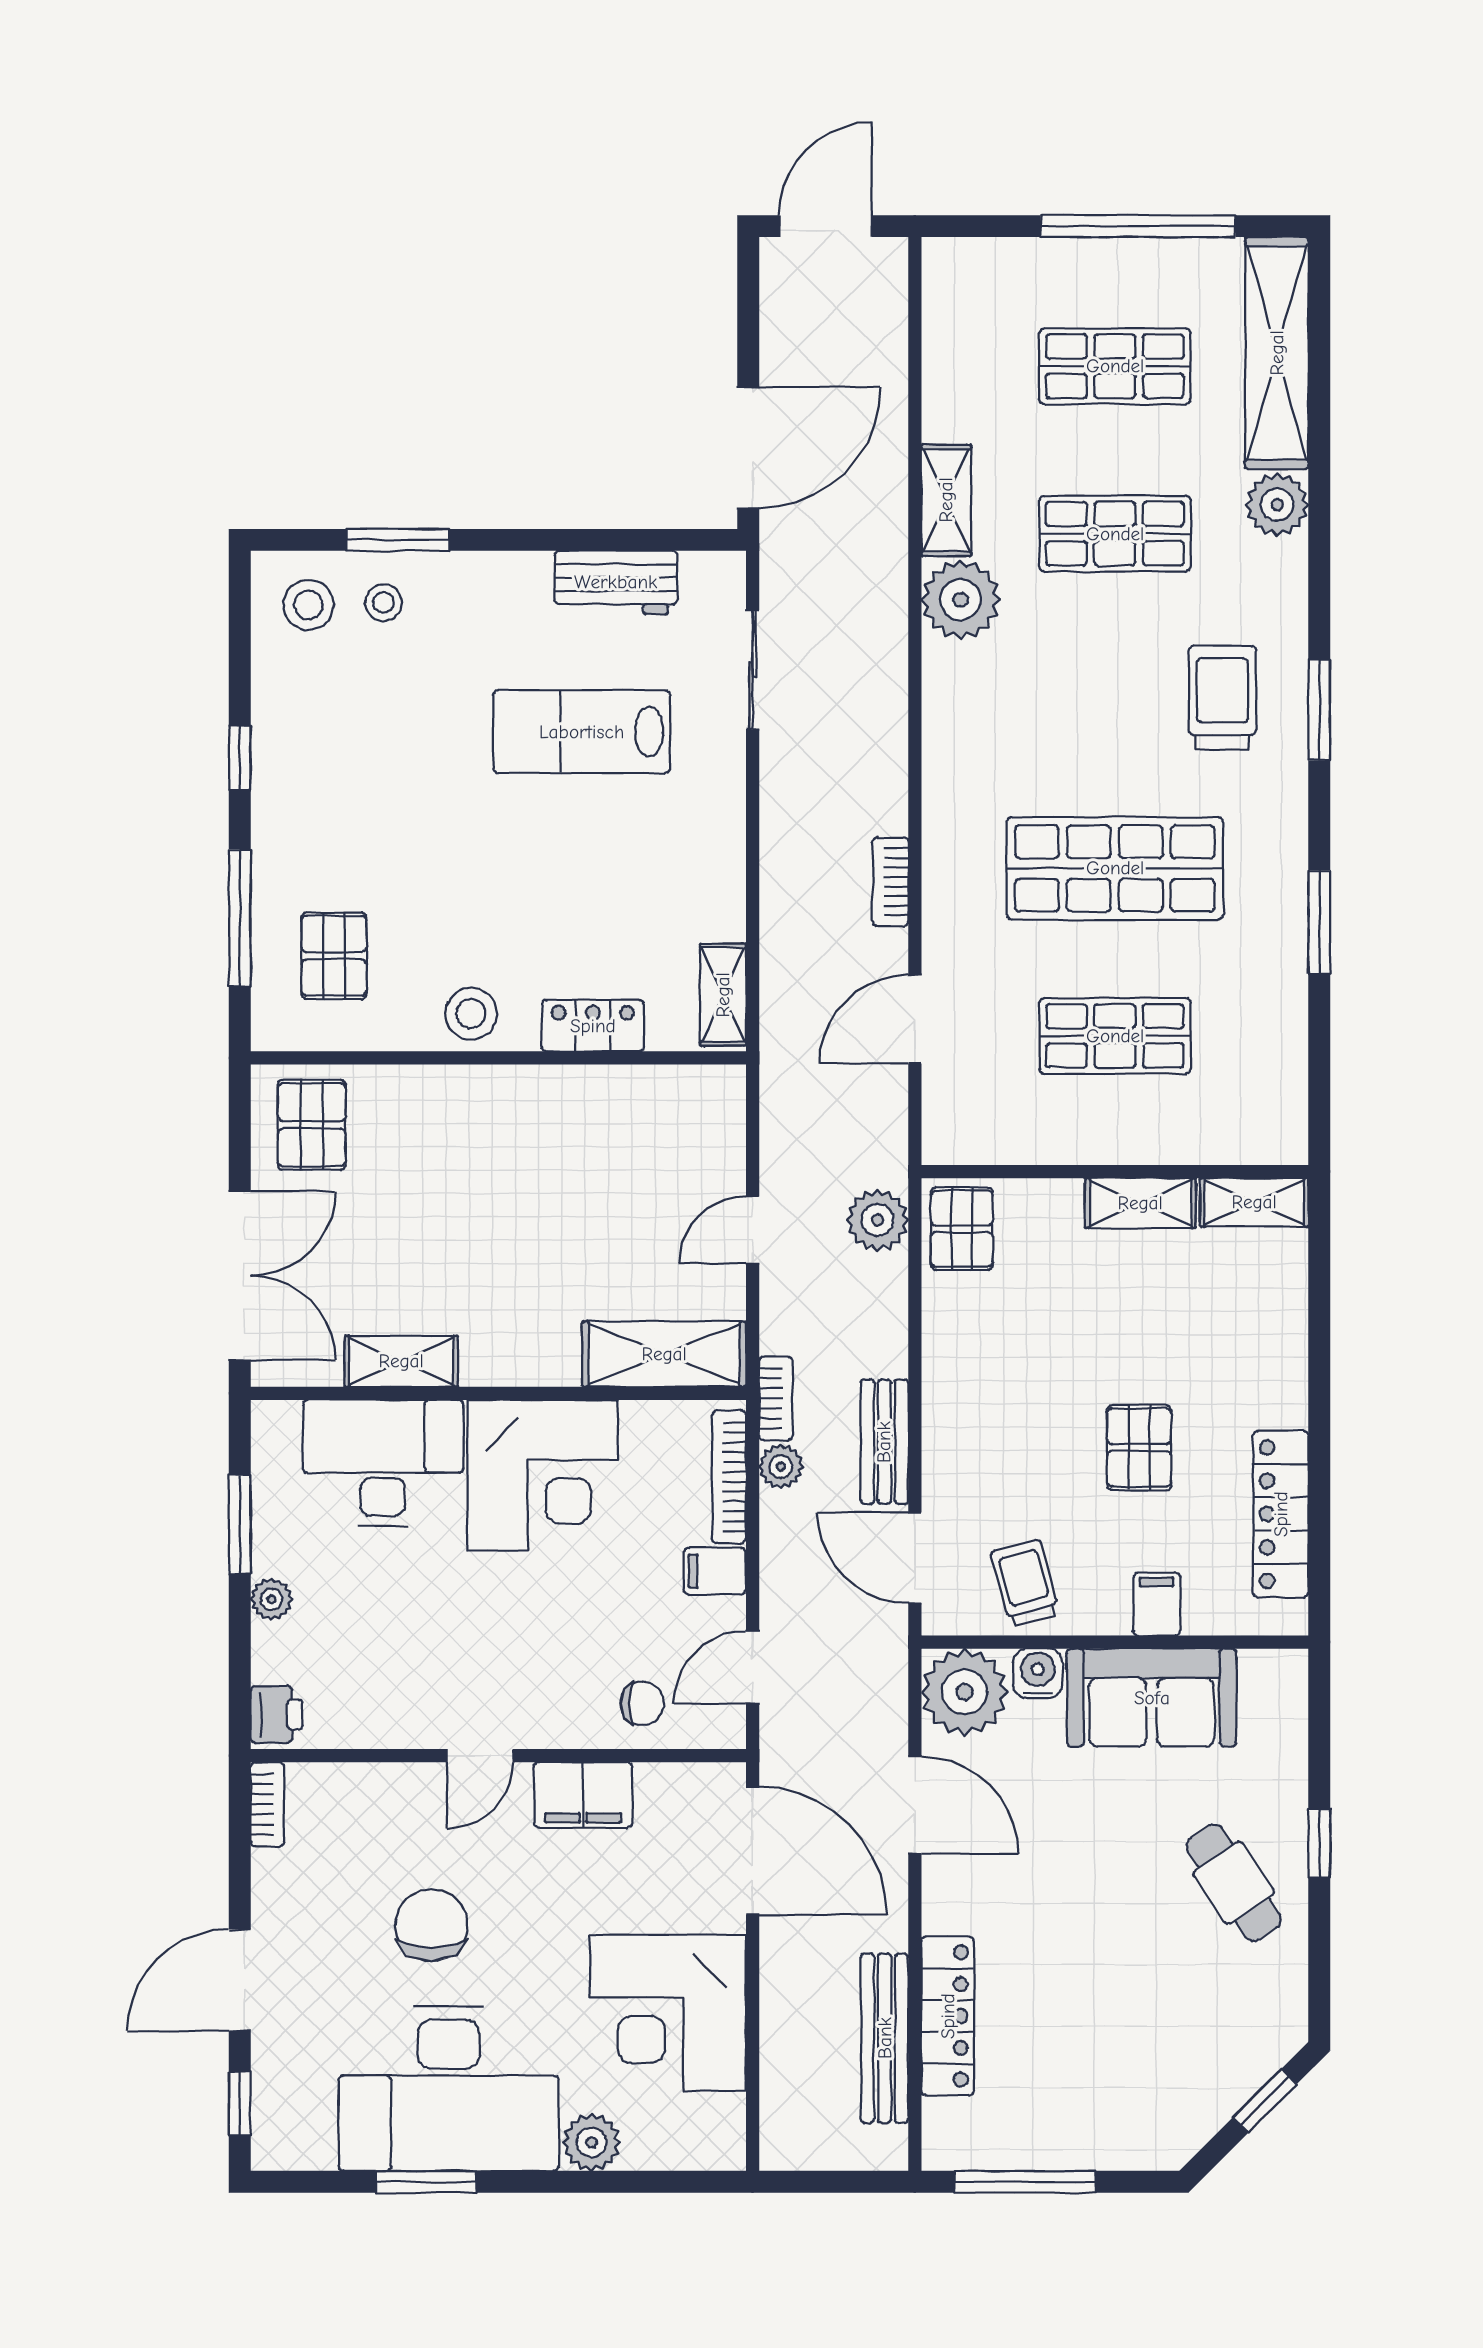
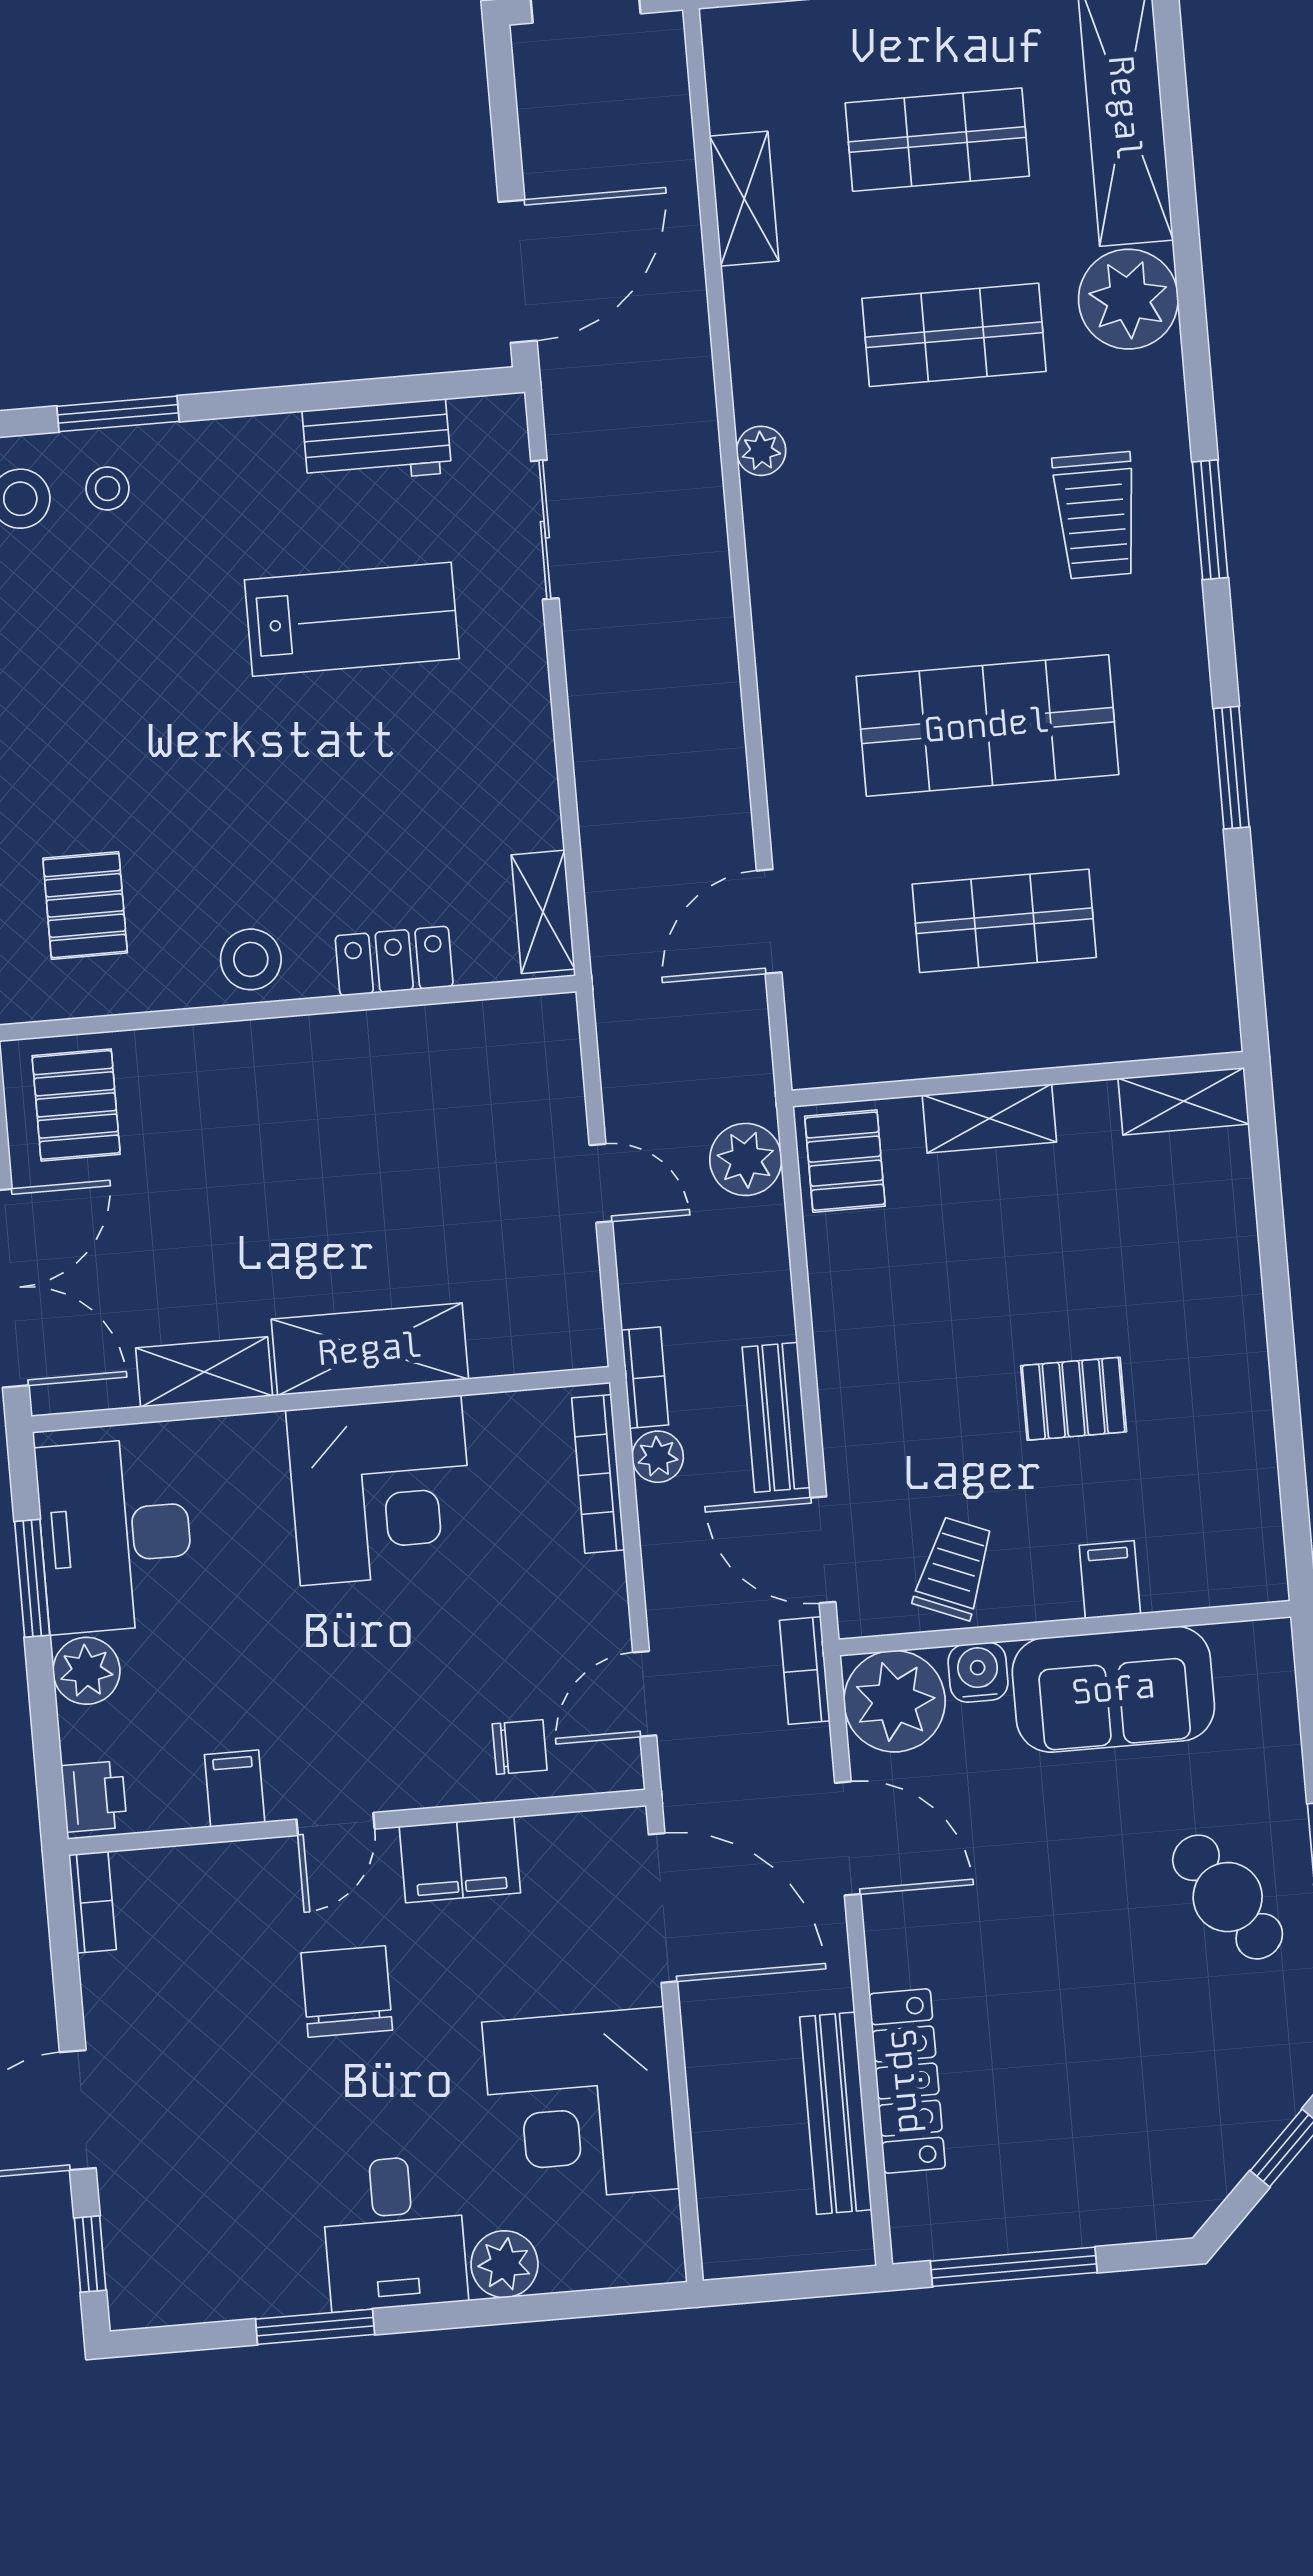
shelving: (946, 500) -> (744, 199), moved
plant: (1277, 505) -> (1128, 299), width x1.36, depth x1.36
plant: (961, 600) -> (761, 451), width x0.53, depth x0.53
trolley: (1222, 698) -> (1096, 515), turned 180
lab bench: (582, 732) -> (352, 619), turned 180
bookcase: (890, 882) -> (805, 1671), moved
shelving: (1140, 1203) -> (989, 1119), moved
door: (753, 1230) -> (601, 1183), swing flipped
shelving: (664, 1354) -> (370, 1349), moved
pallet: (1139, 1448) -> (1074, 1399), turned 90
desk: (383, 1463) -> (115, 1535), moved, turned -90
locker: (1281, 1514) -> (1246, 1462), removed
filing cabinet: (715, 1571) -> (235, 1789), moved, turned 90
trolley: (1025, 1583) -> (954, 1568), turned 37
plant: (271, 1599) -> (86, 1671), width x1.38, depth x1.38
chair: (432, 1925) -> (347, 1992), moved
desk: (449, 2089) -> (394, 2233), width x0.53, depth x0.77

